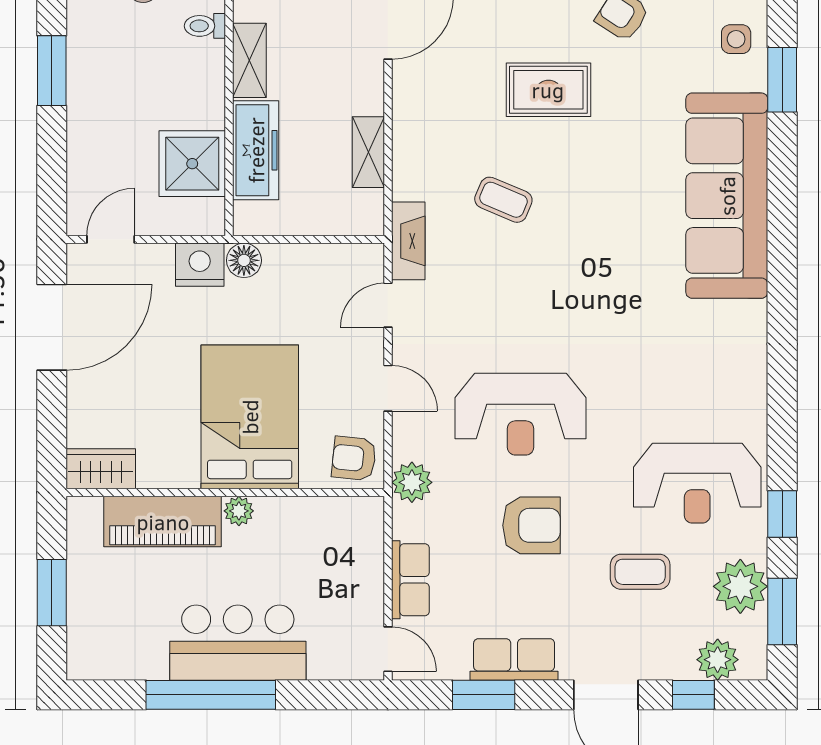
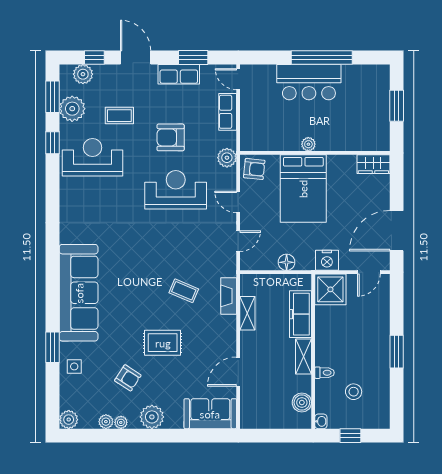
shower: (192, 164) -> (330, 289), moved
fireplace: (408, 241) -> (229, 296), moved
floor lamp: (244, 260) -> (287, 262), moved
piano: (163, 522) -> (344, 139), removed

